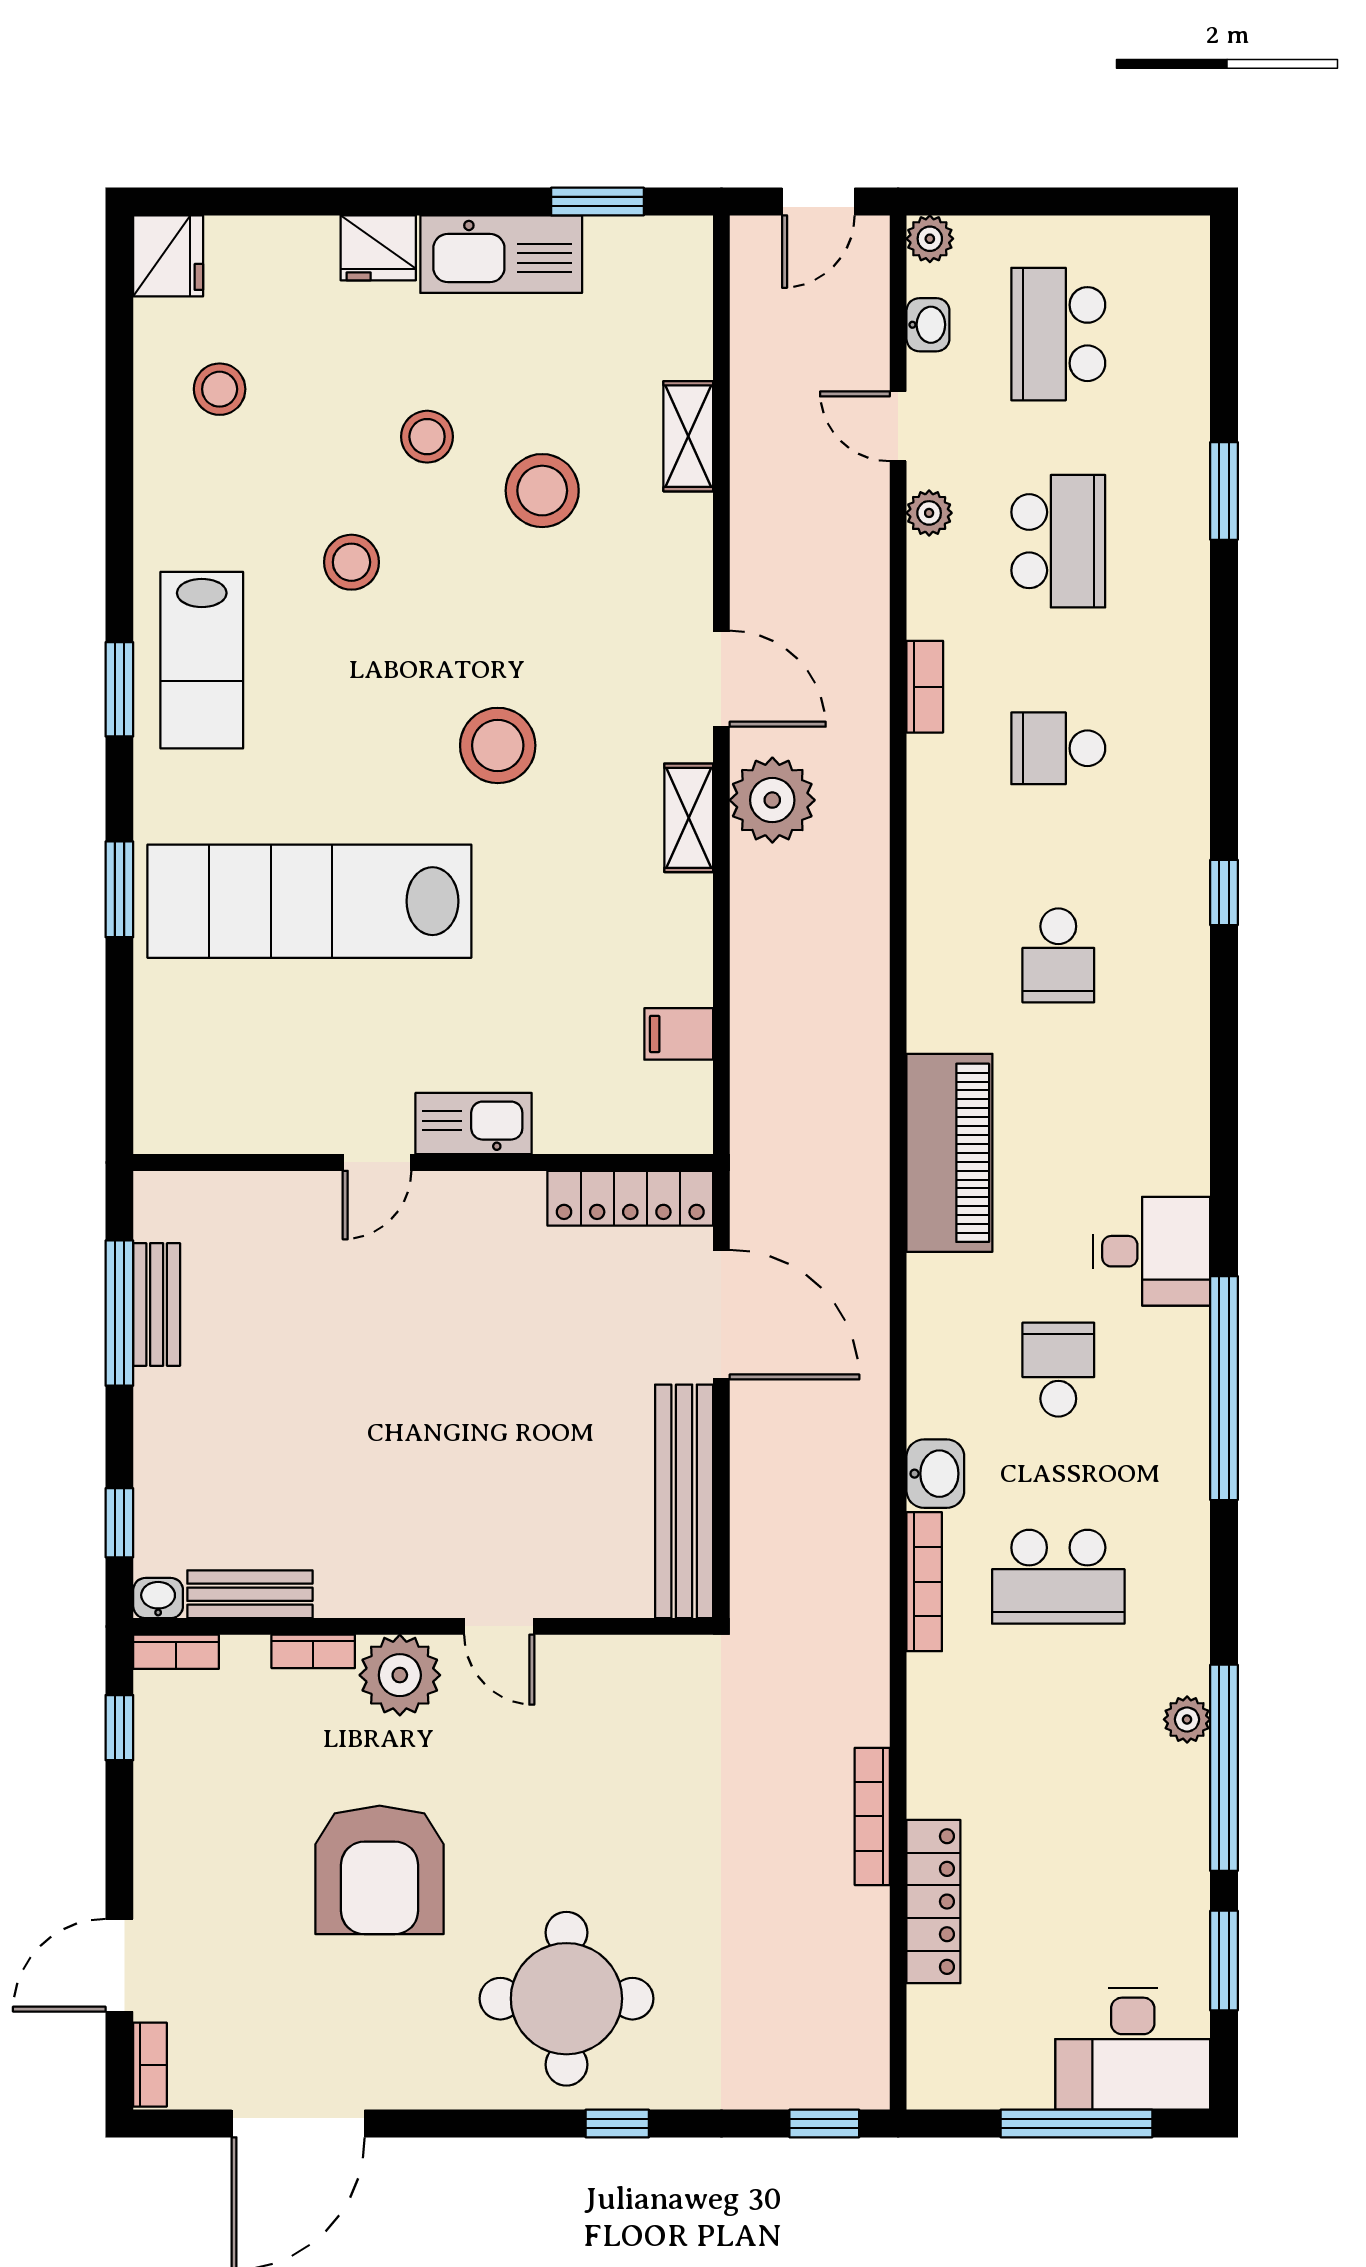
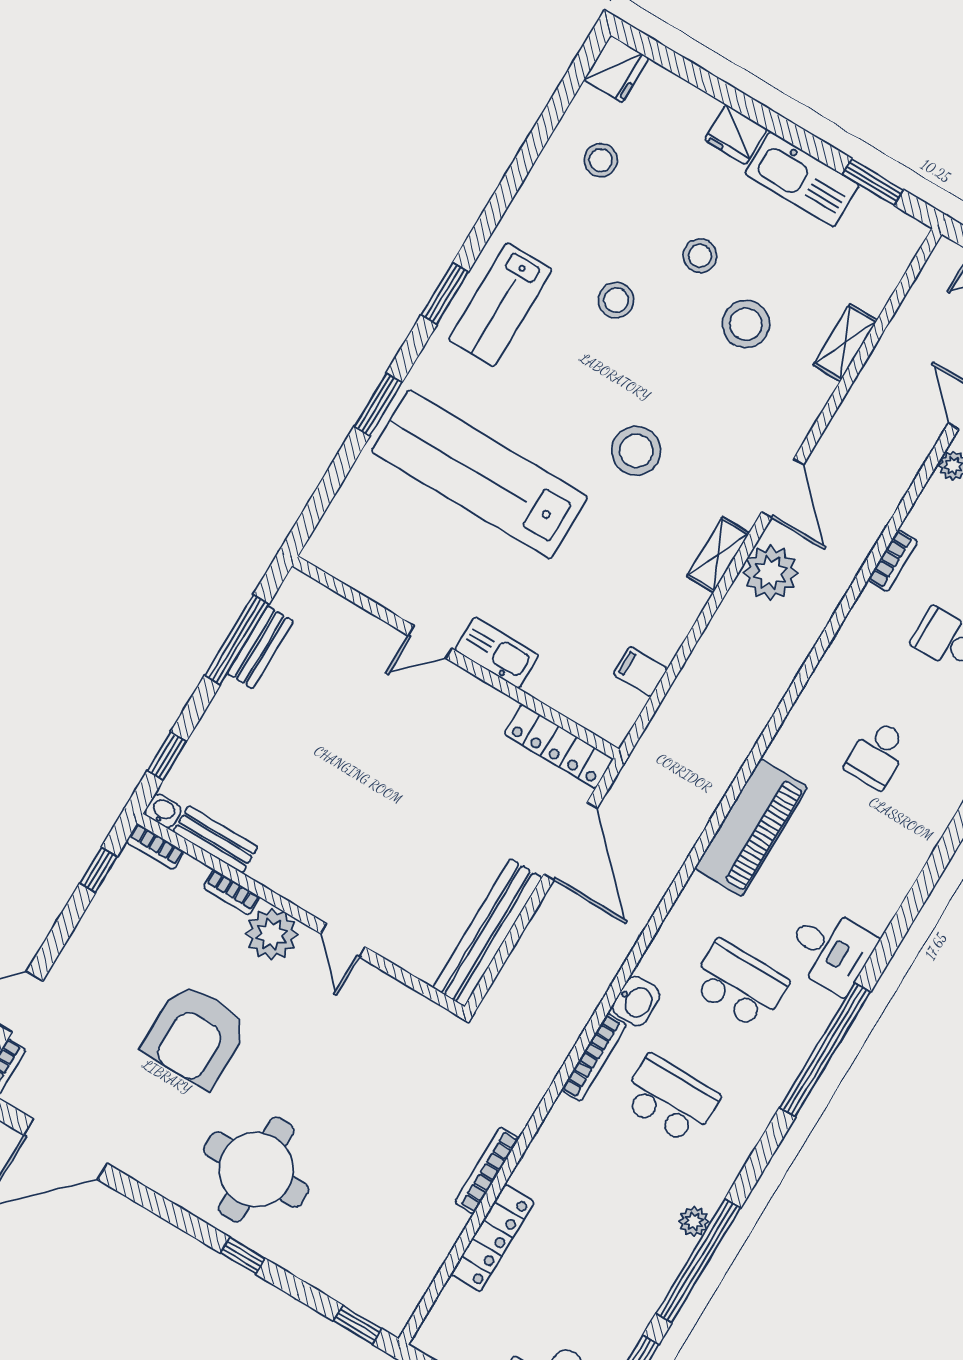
school desk: (1058, 1370) -> (739, 984), width x1.85
school desk: (1058, 1577) -> (670, 1099), turned 180

